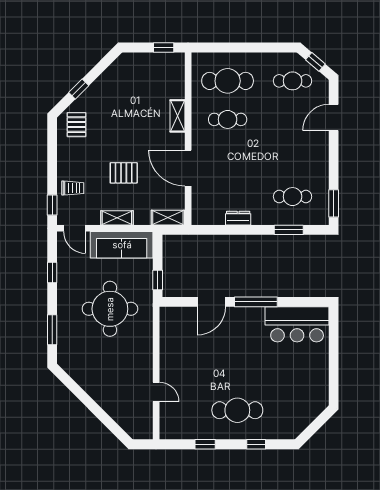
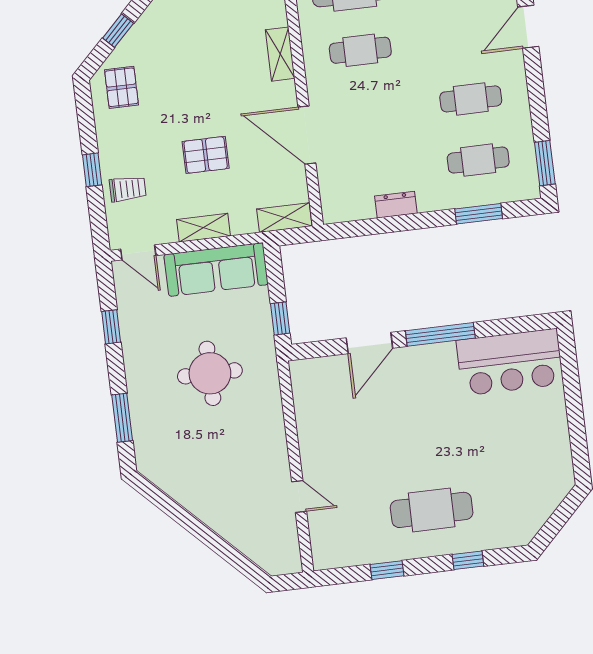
cafe table: (293, 158) -> (471, 99), added
window: (52, 205) -> (92, 170), moved
round table: (110, 309) -> (210, 373), width x0.73, depth x0.73

